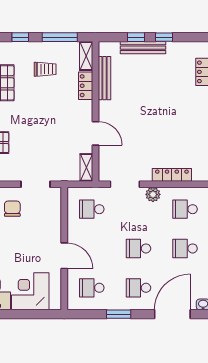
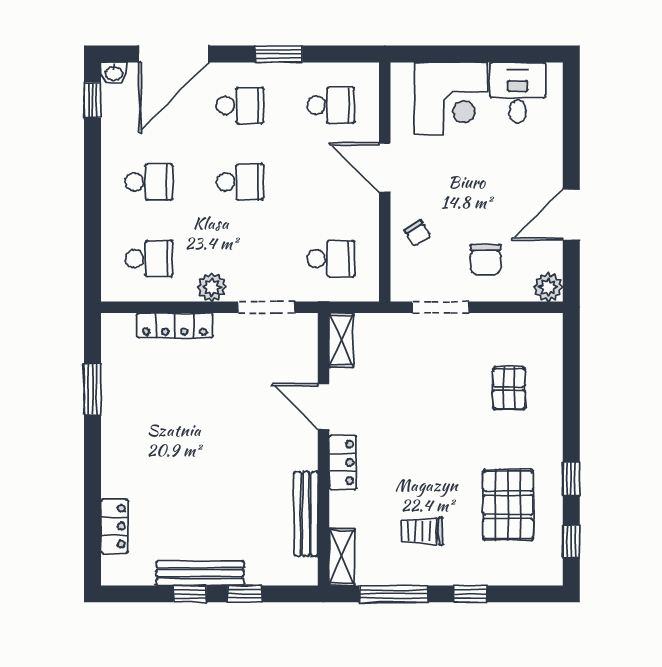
bench: (143, 48) -> (200, 573), moved
locker: (86, 86) -> (343, 462), moved
chair: (47, 222) -> (418, 233), added

